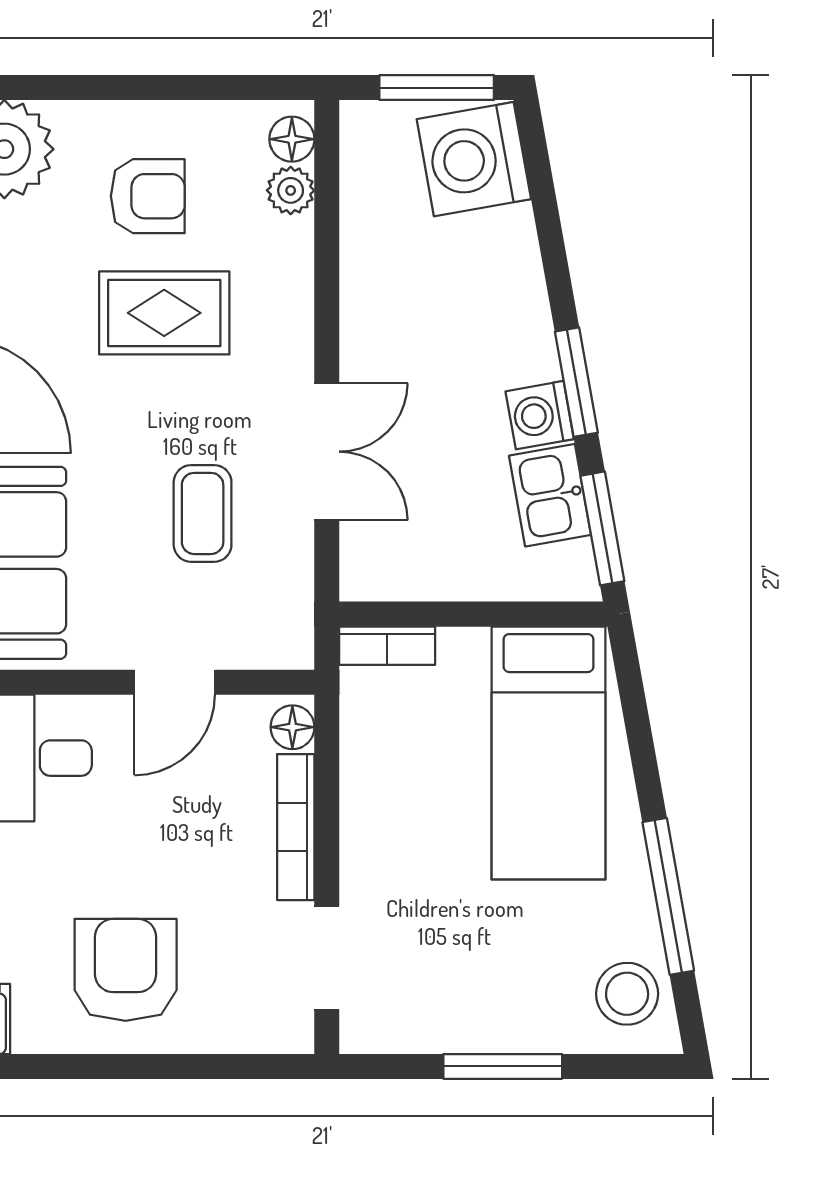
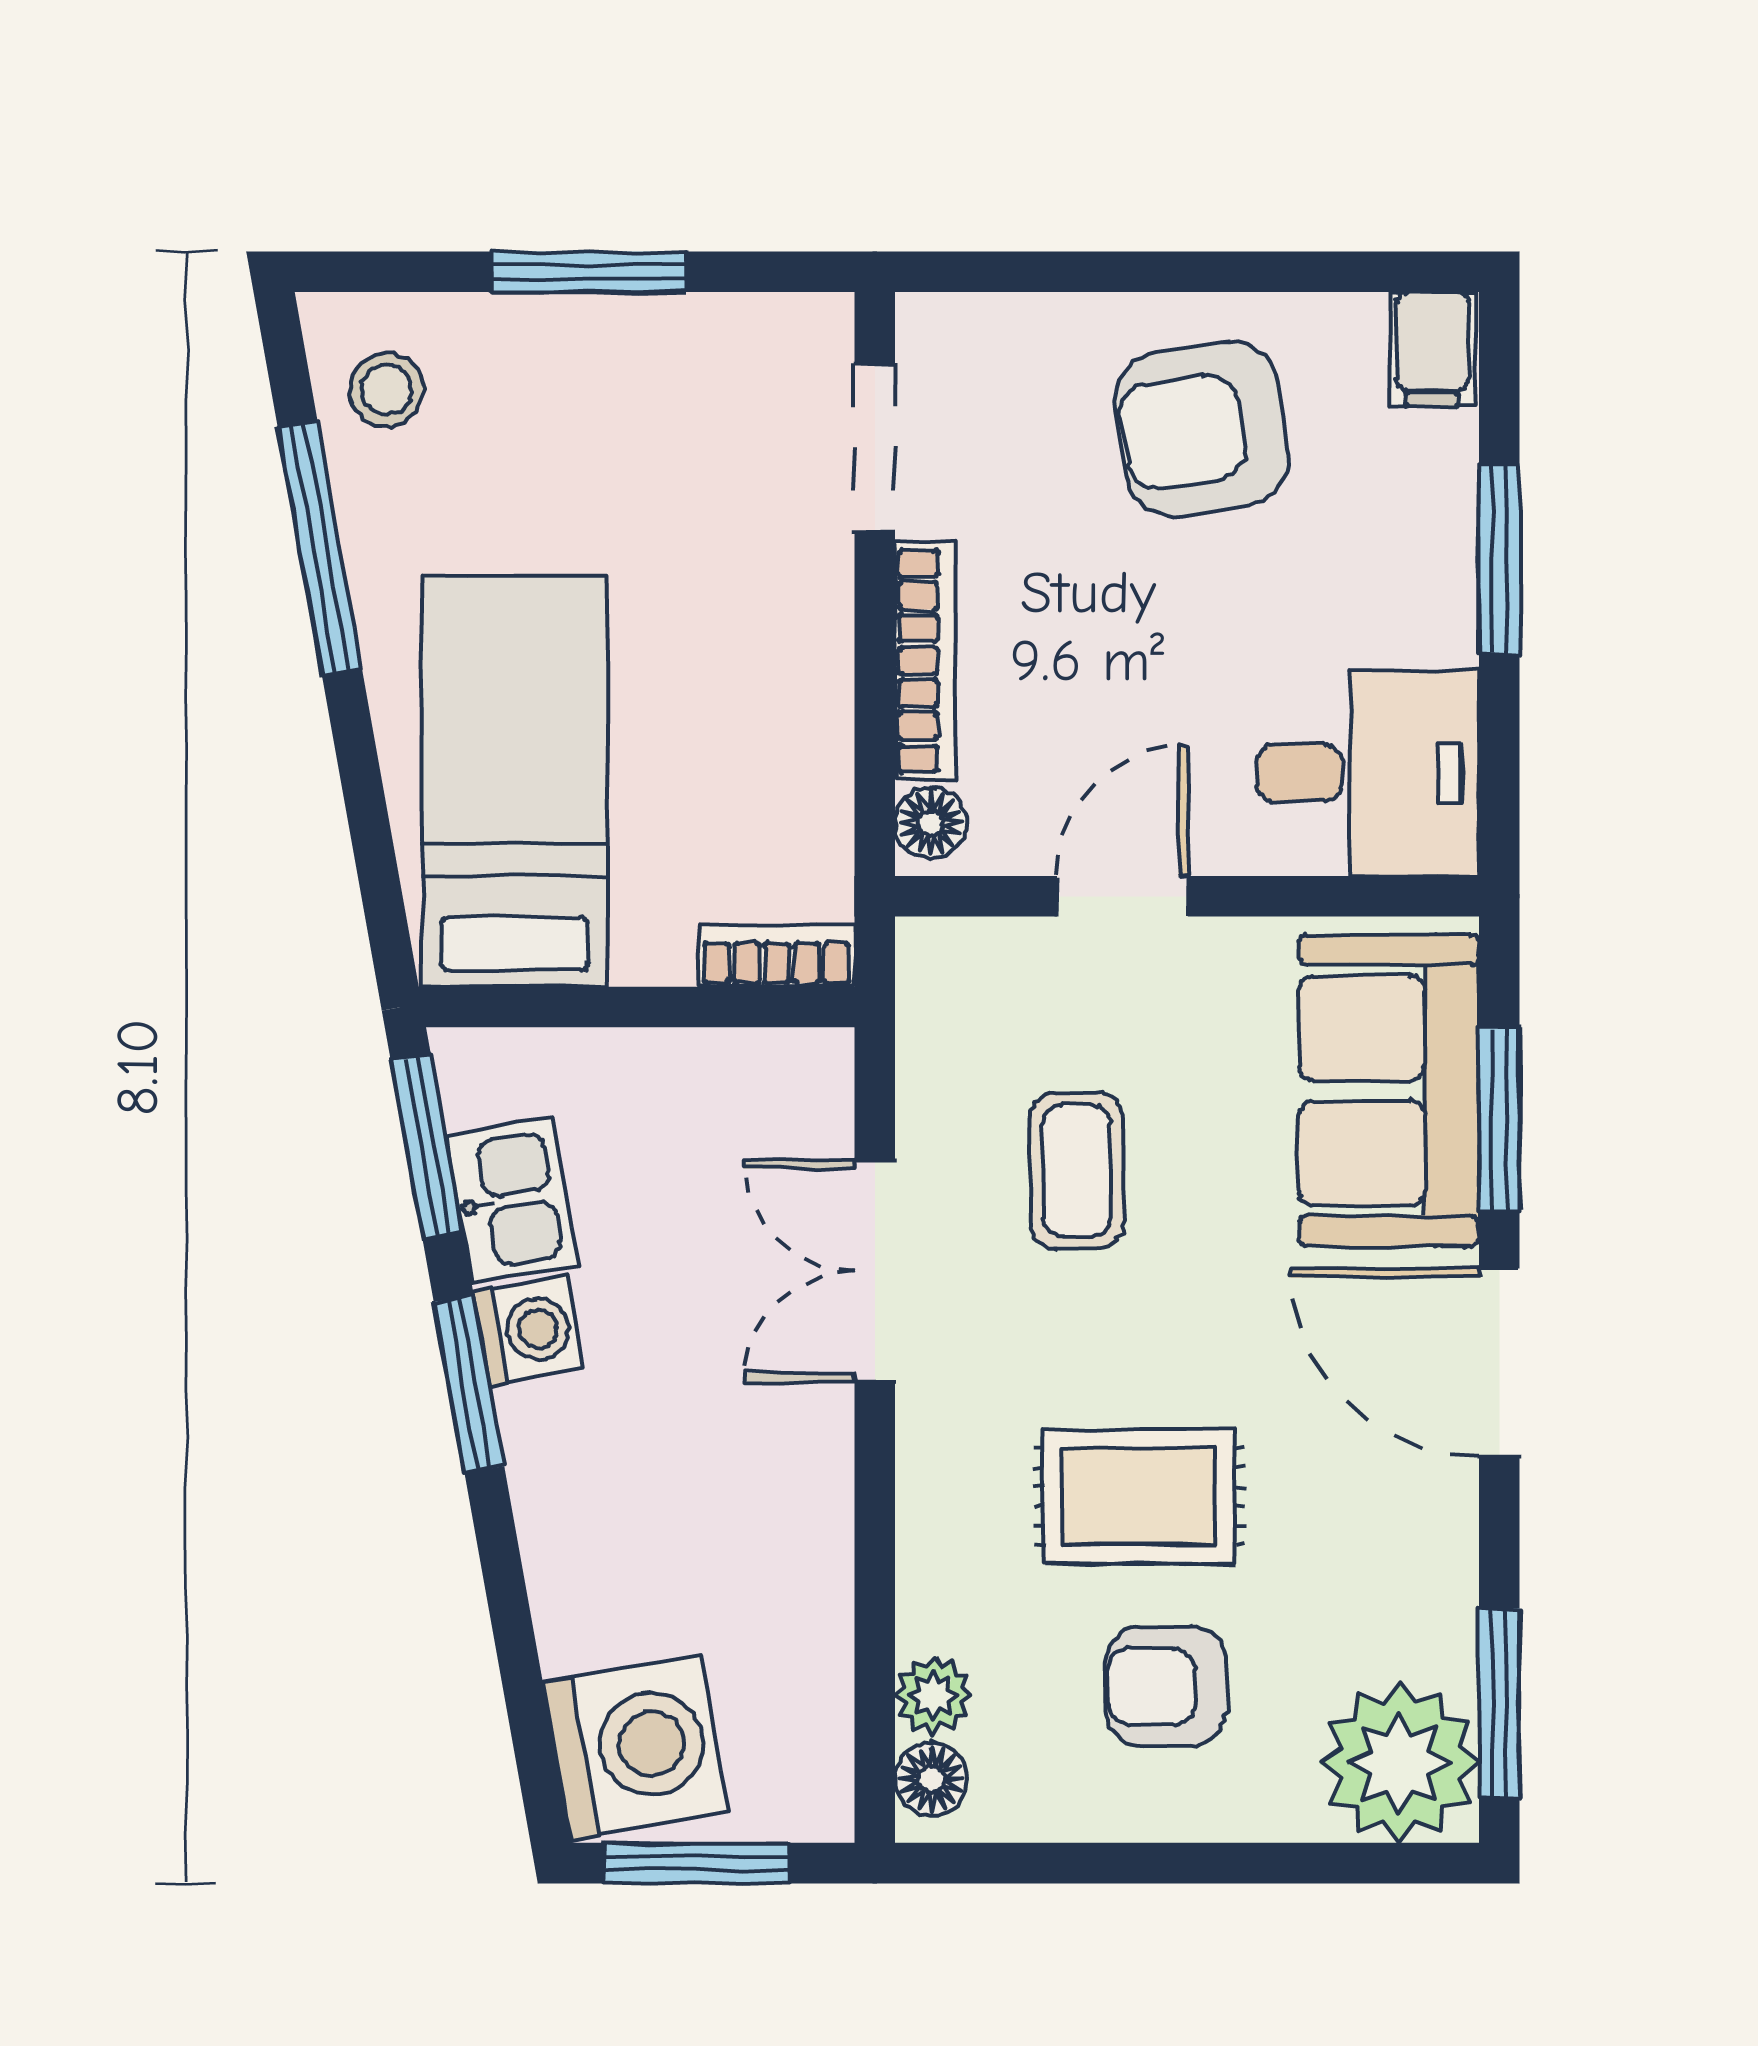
armchair: (126, 970) -> (1202, 429), turned 81
stool: (627, 994) -> (387, 390), width x0.73, depth x0.73

